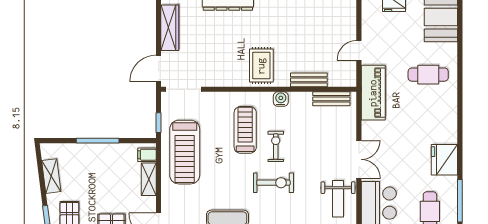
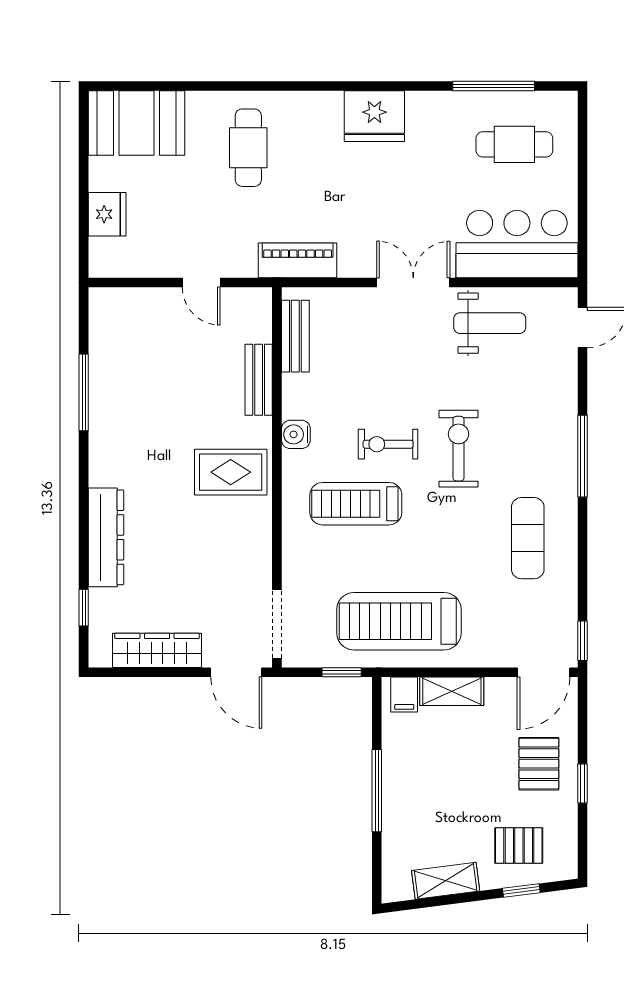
piano: (373, 93) -> (298, 260), width x0.73, depth x0.75
treadmill: (185, 152) -> (399, 621), turned 180
fridge: (444, 160) -> (374, 116), moved

